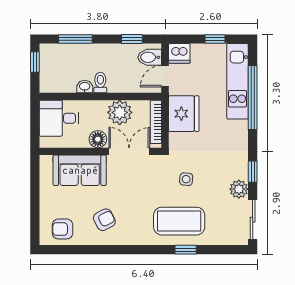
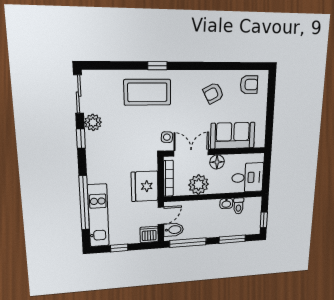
window: (132, 39) -> (188, 243), width x2.17
toilet: (100, 83) -> (238, 206), moved
double door: (129, 151) -> (191, 153), swing flipped
side table: (186, 179) -> (167, 137), moved
window: (186, 250) -> (157, 66), moved

